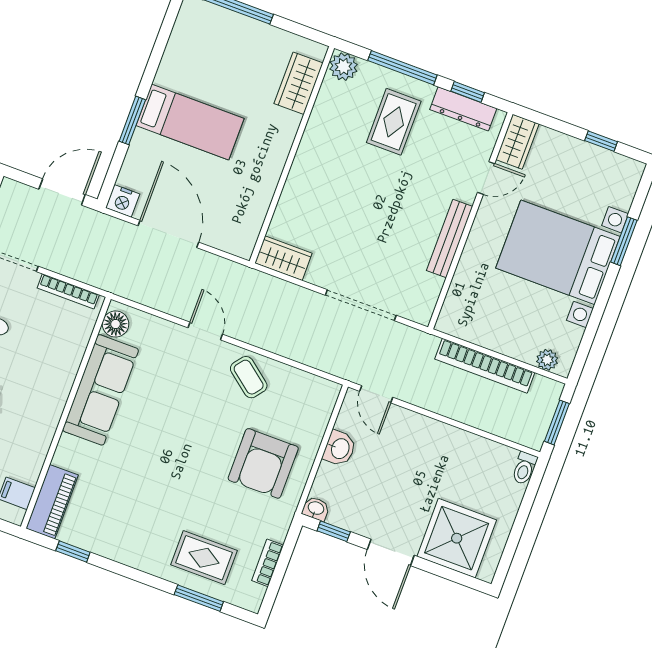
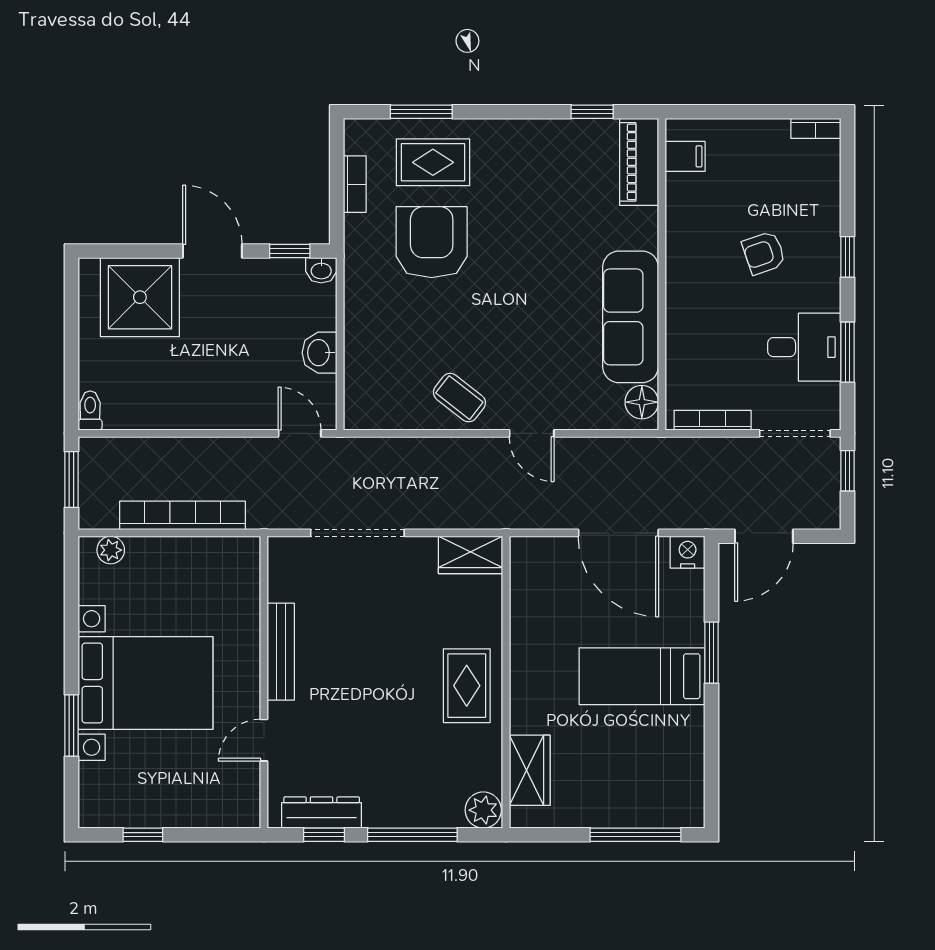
rug: (394, 122) -> (467, 686), moved
wardrobe: (517, 142) -> (243, 797), removed
armchair: (263, 463) -> (432, 242), moved

